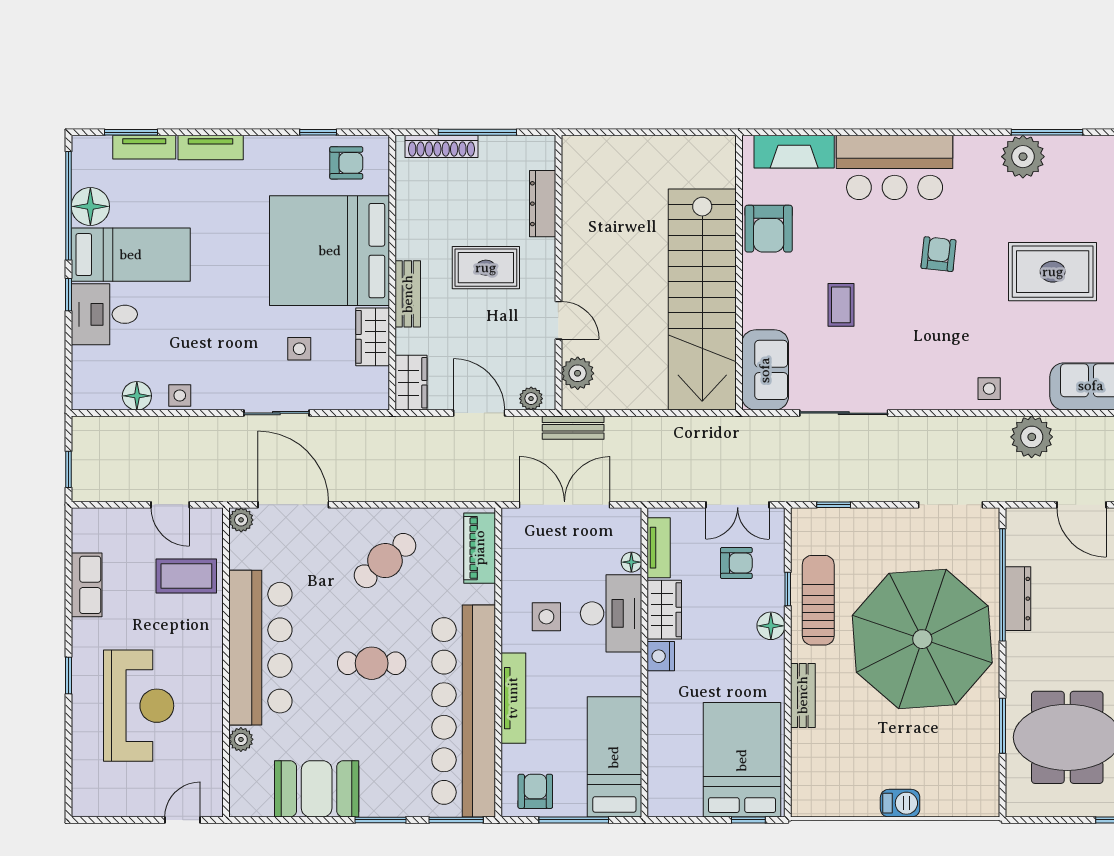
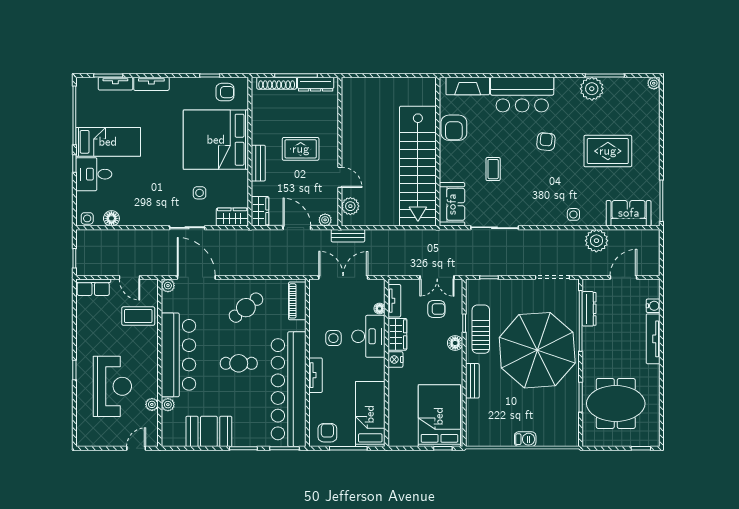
dresser: (543, 204) -> (316, 84), moved, turned -90
floor lamp: (90, 206) -> (86, 116), removed
wardrobe: (373, 337) -> (232, 217), moved, turned 90
side table: (180, 395) -> (87, 218), moved
door: (1082, 505) -> (623, 277), swing flipped
row of seats: (87, 585) -> (93, 287), moved, turned 90
dresser: (1018, 599) -> (589, 309), moved
tv unit: (513, 698) -> (316, 375), width x0.71
plant: (211, 739) -> (152, 404), added

